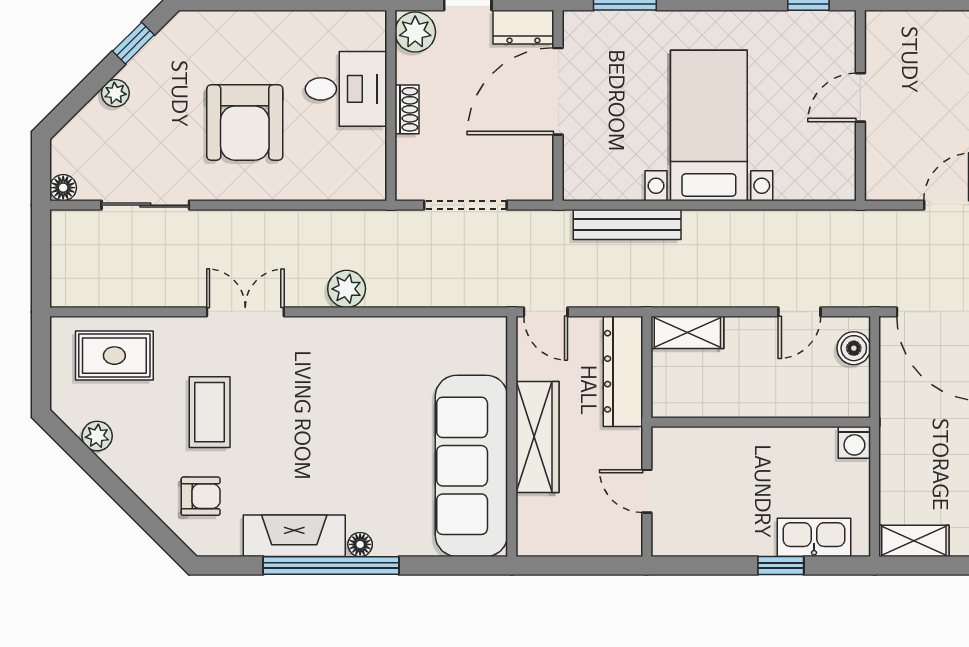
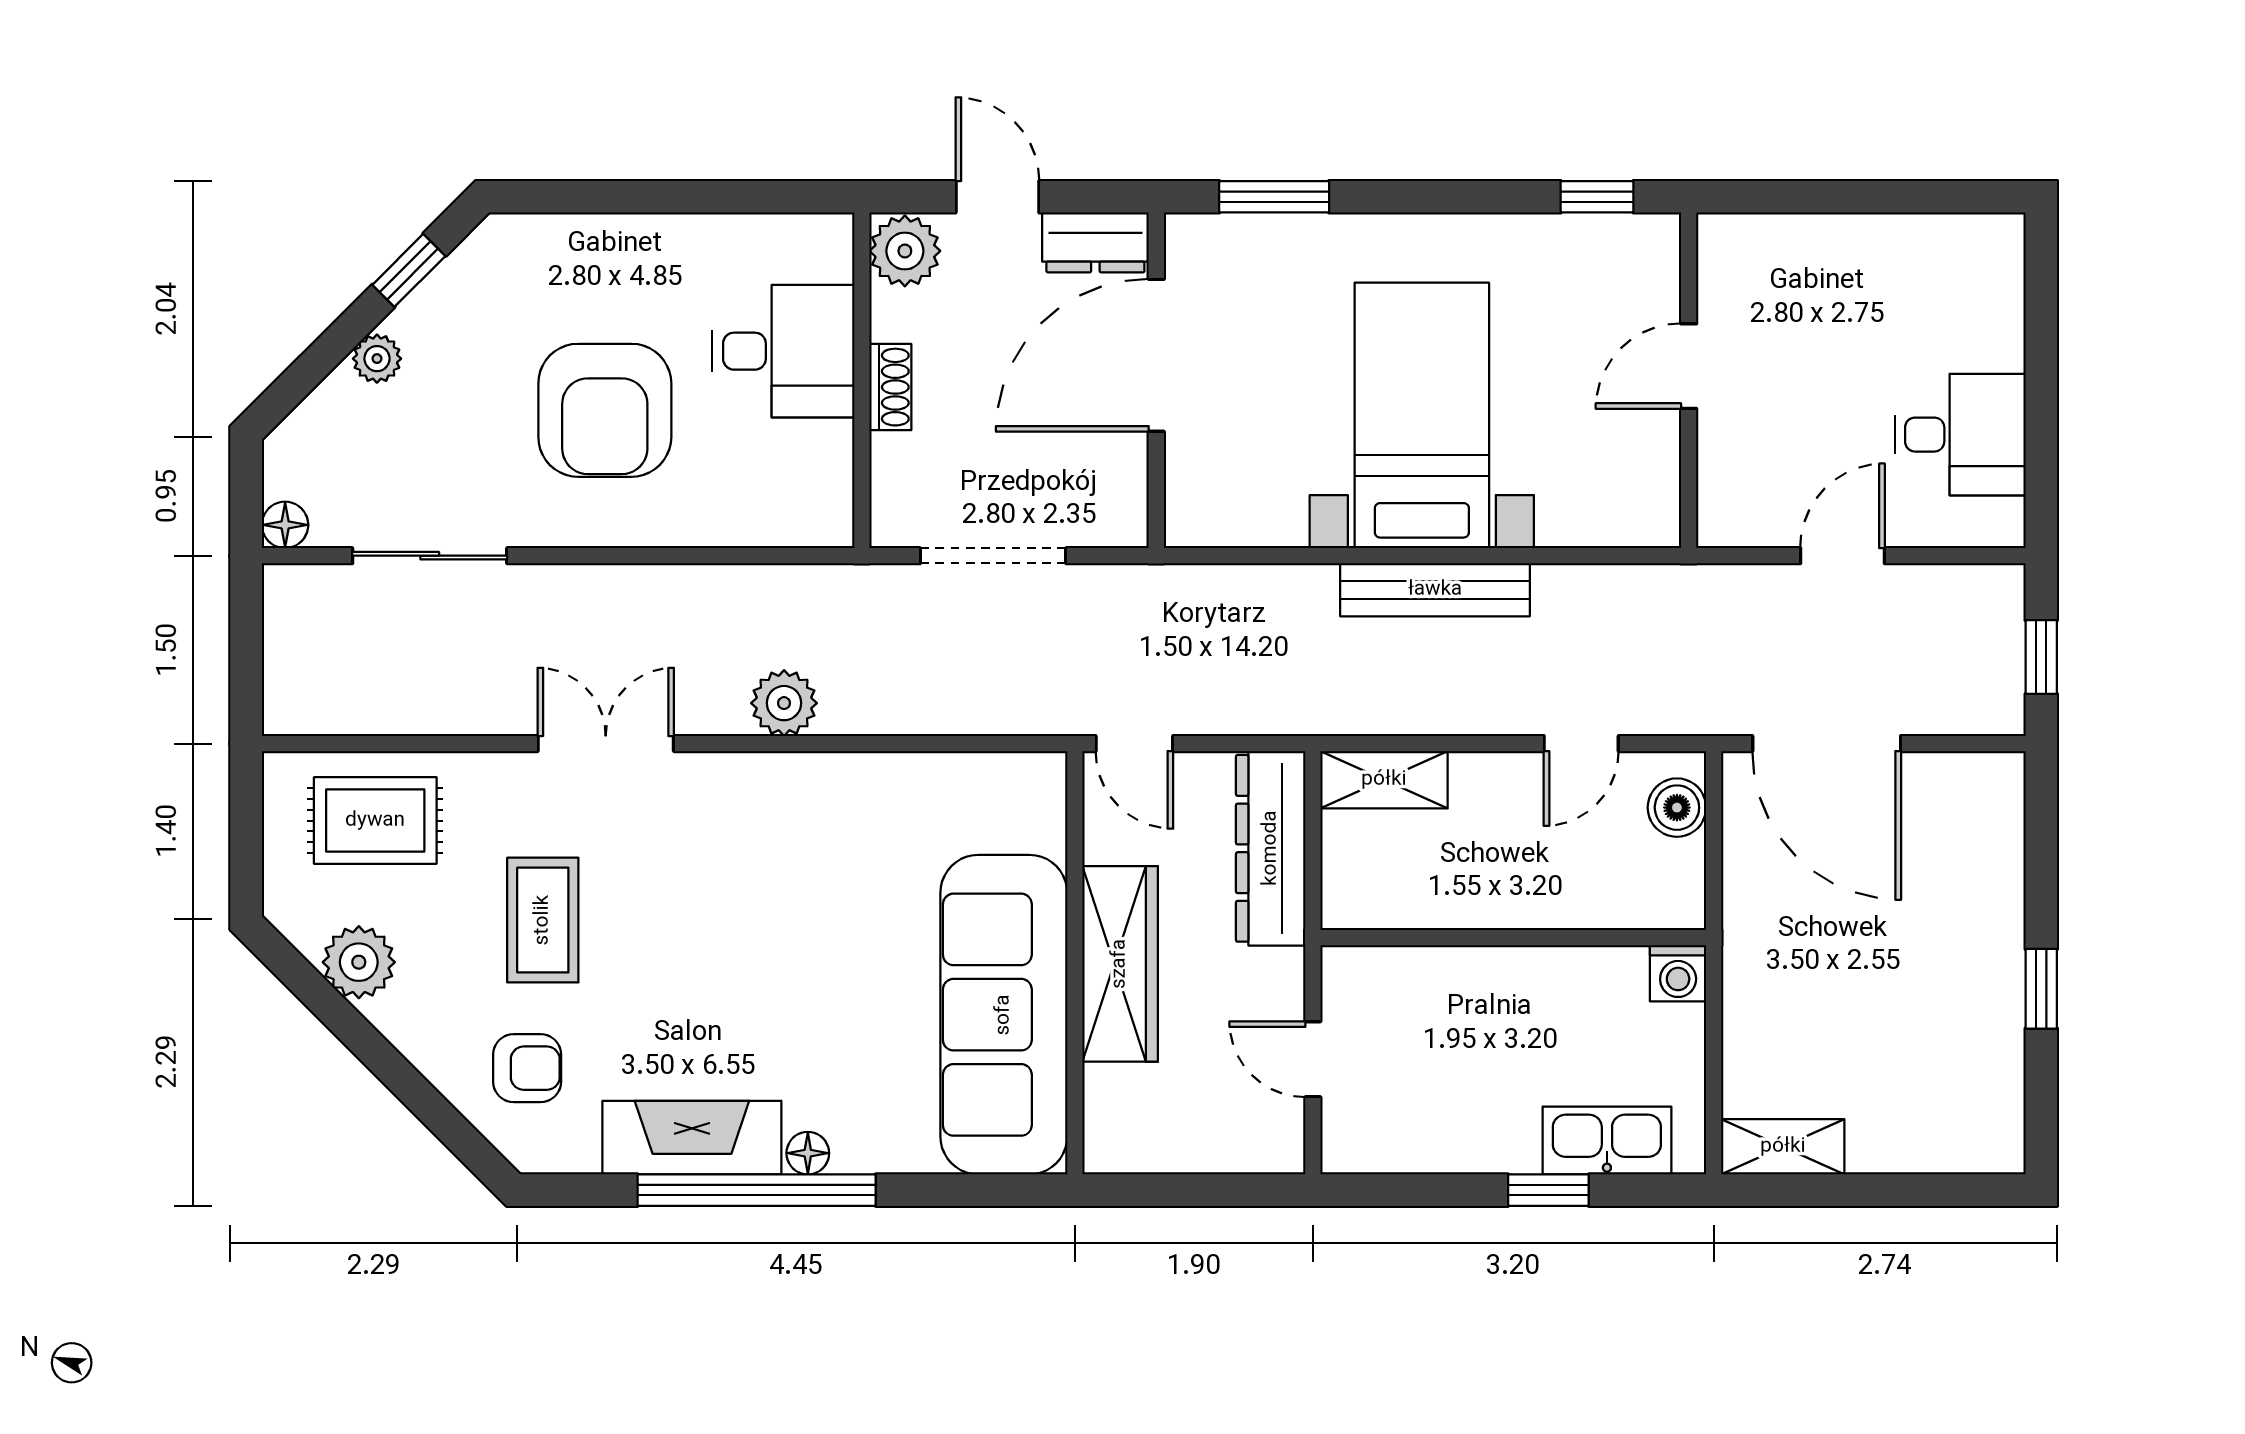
bench: (627, 224) -> (1435, 590), moved
plant: (97, 436) -> (359, 962), width x1.38, depth x1.38

